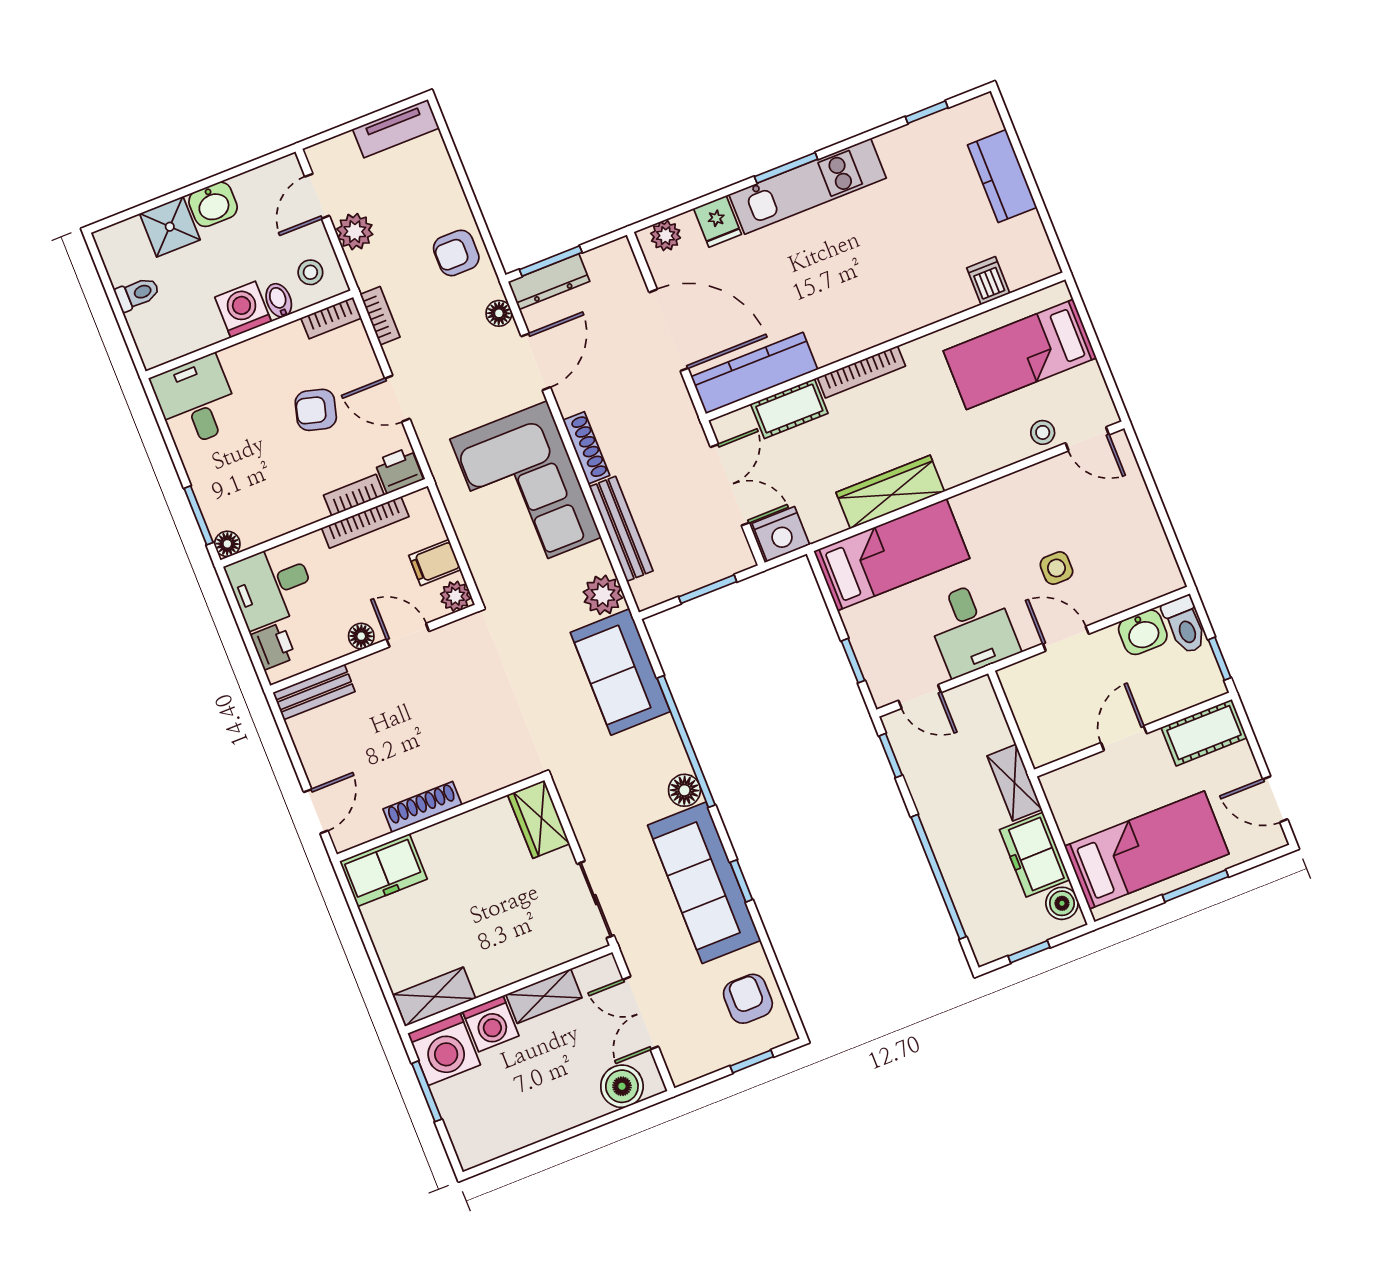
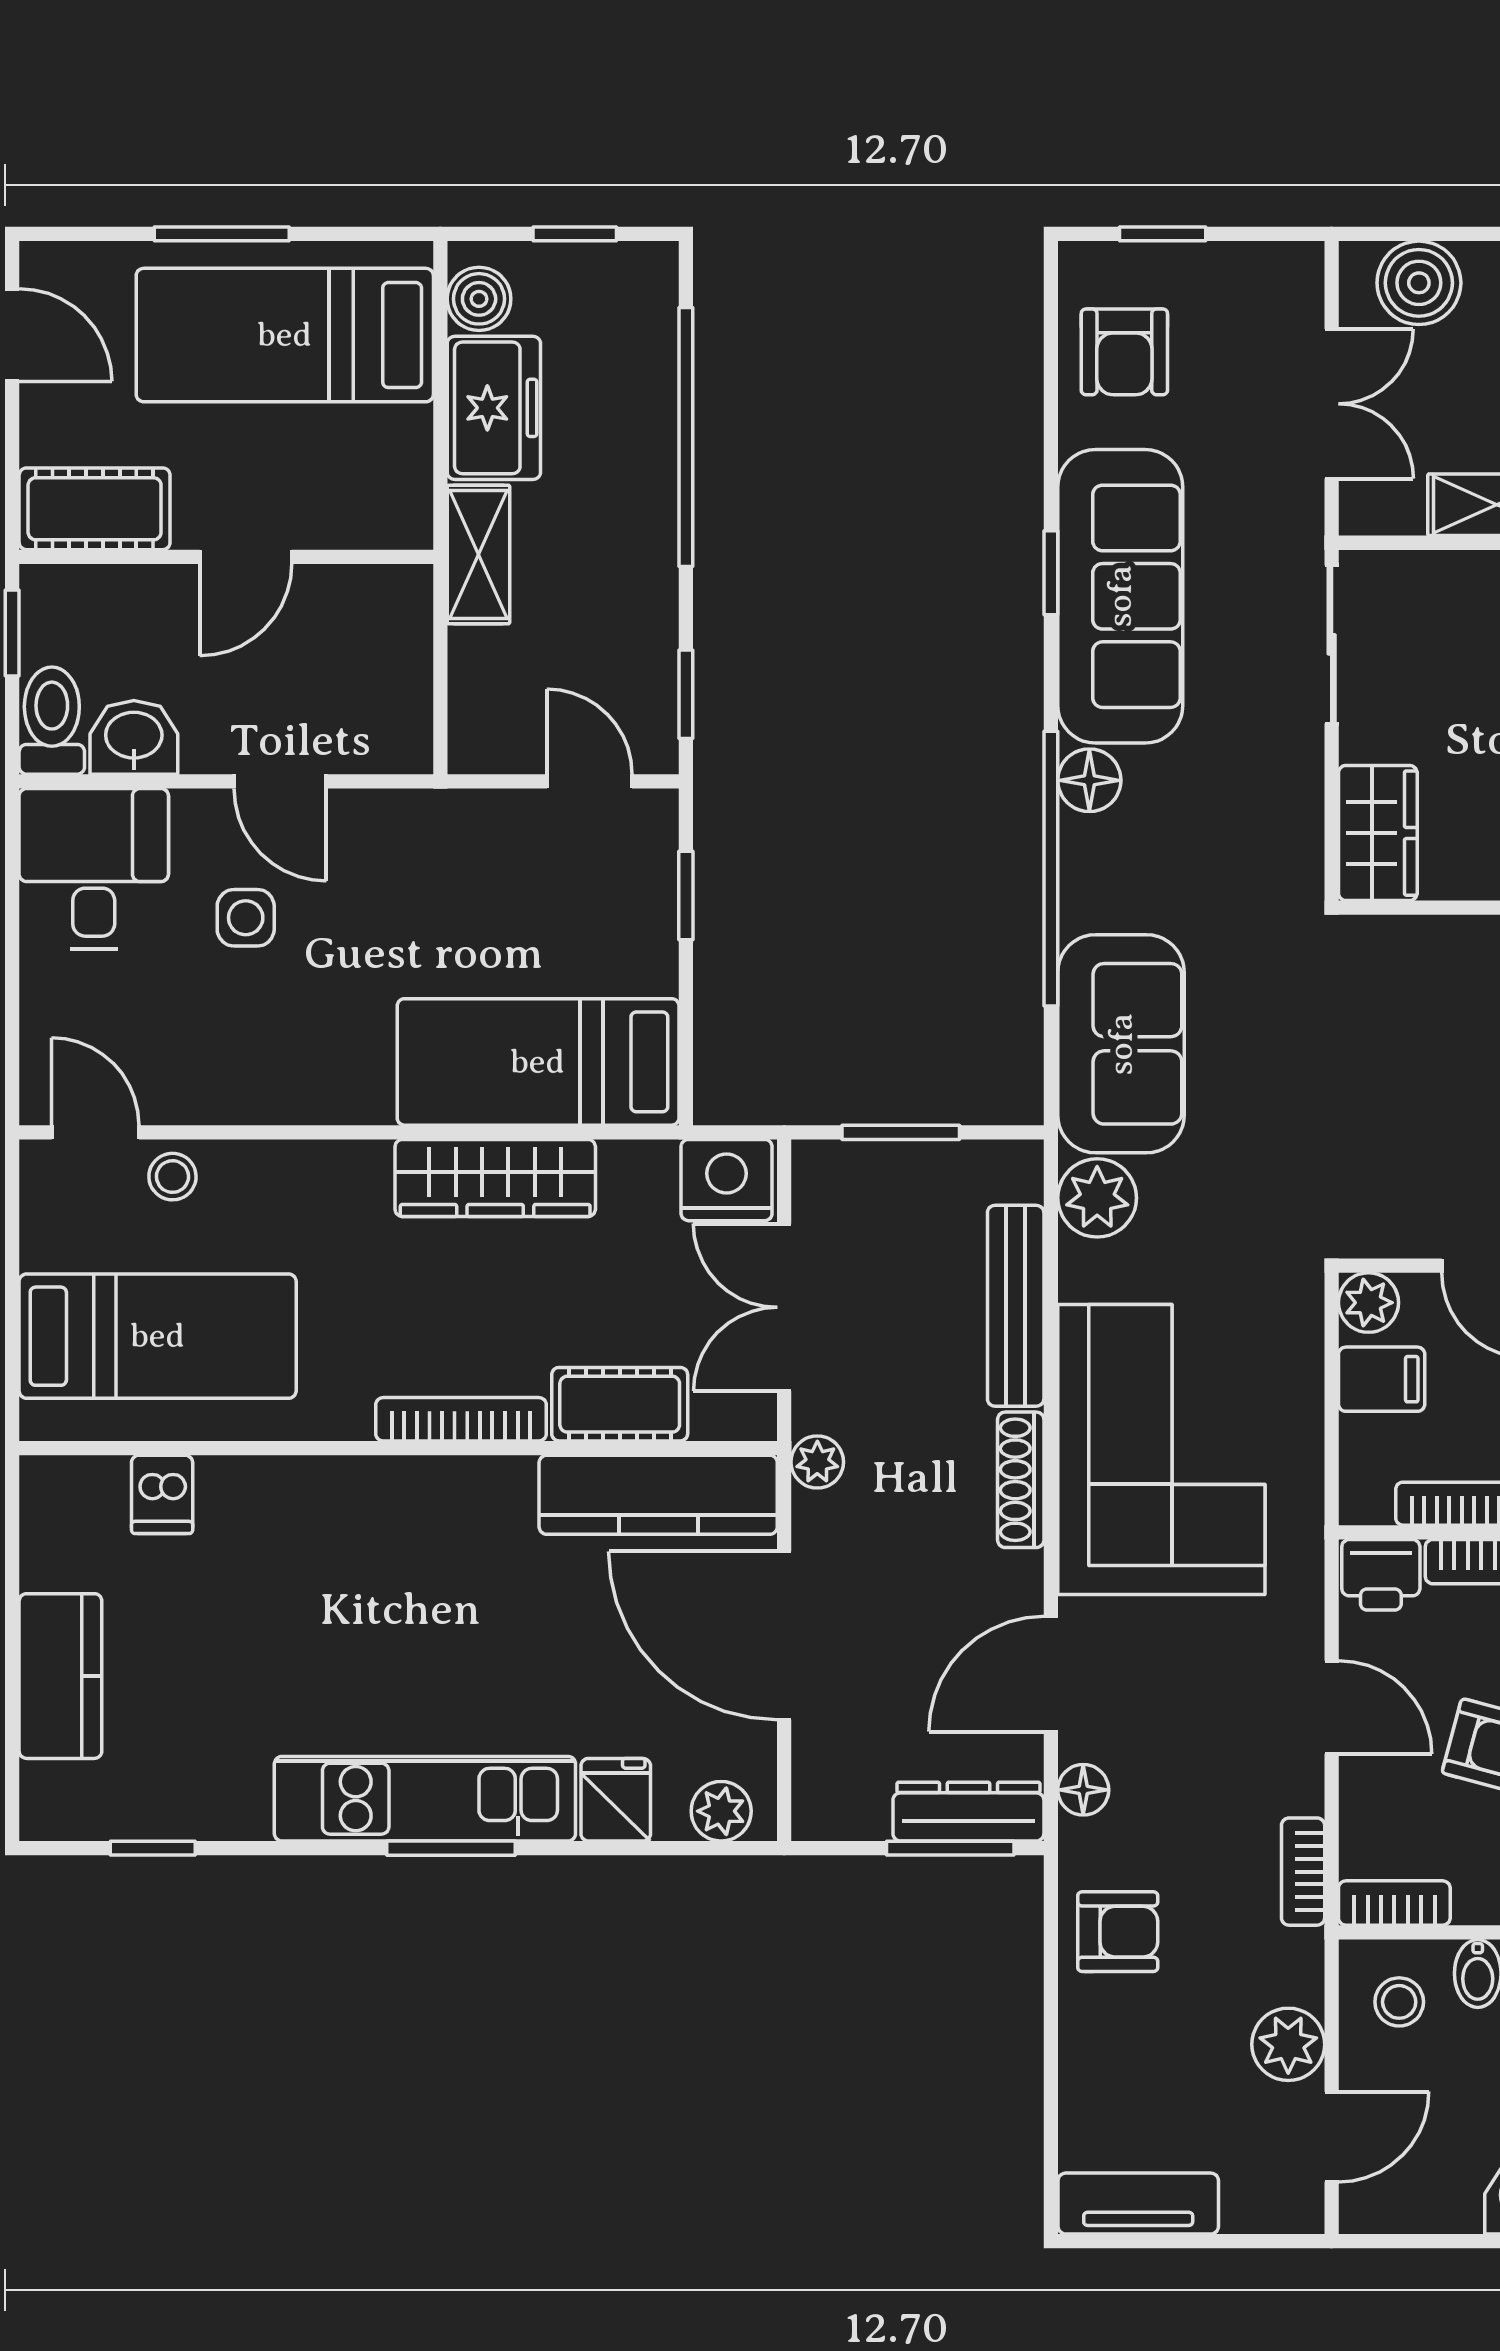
plant: (685, 418) -> (817, 1462), added
desk: (972, 628) -> (94, 869), moved

